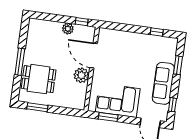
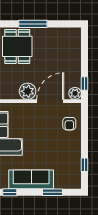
plant: (68, 29) -> (75, 93), moved
armchair: (117, 41) -> (69, 124), added

